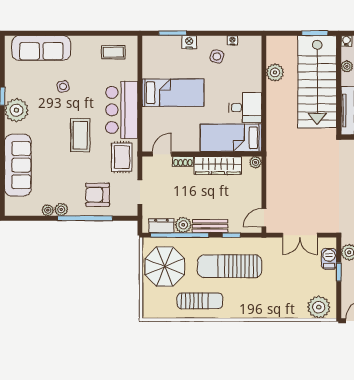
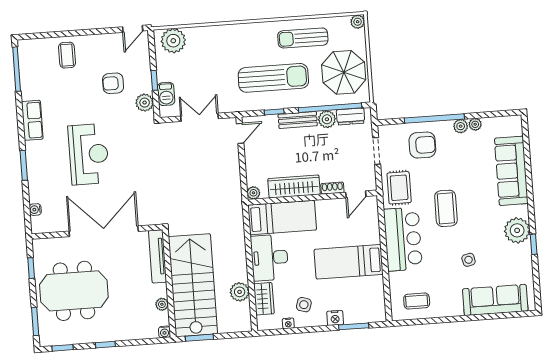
wardrobe: (253, 65) -> (264, 299), added
desk: (245, 108) -> (269, 258), width x1.37
plant: (149, 312) -> (358, 22), added

